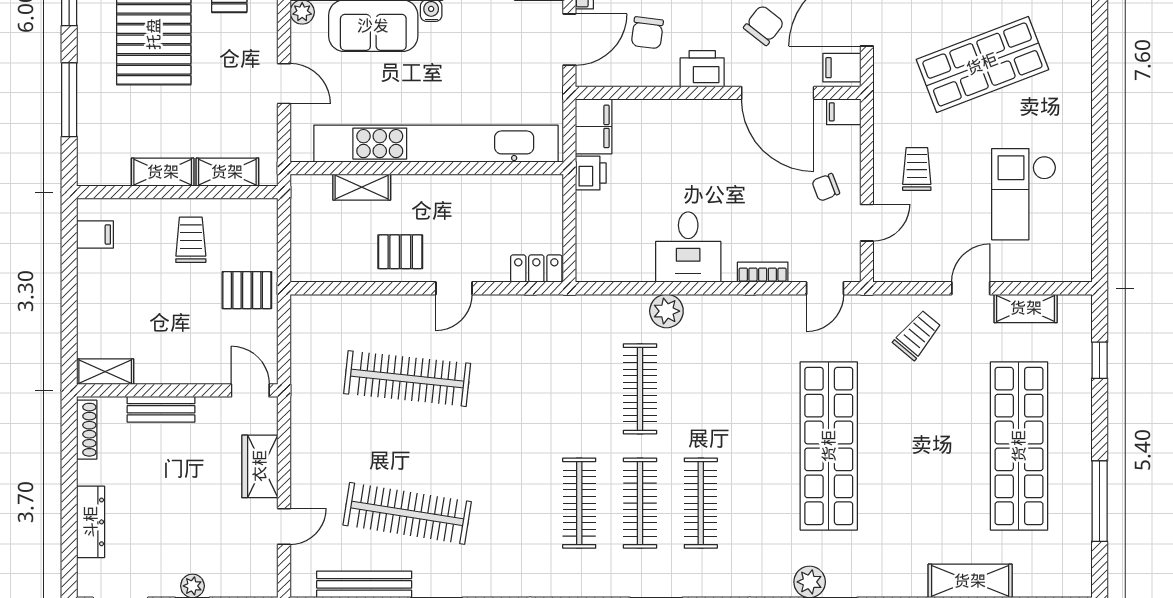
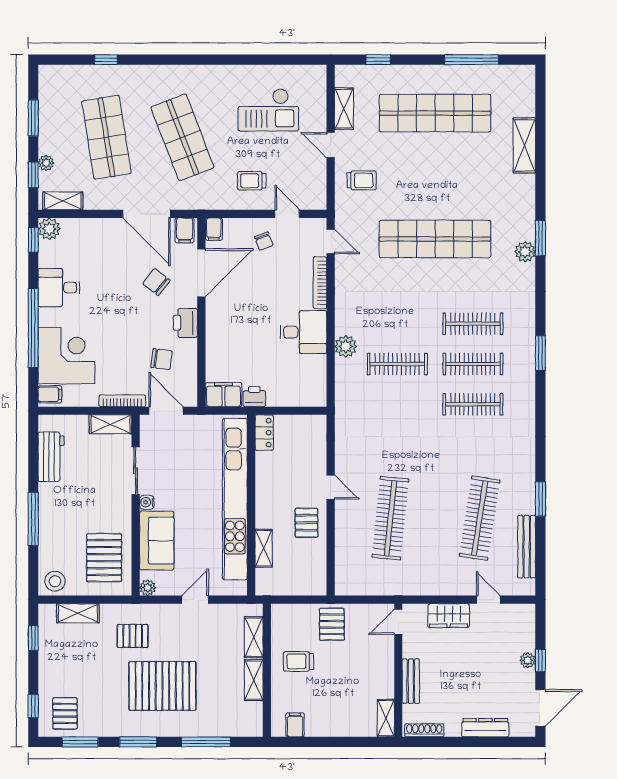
locker: (536, 269) -> (264, 433), moved, turned 180
bookcase: (763, 272) -> (320, 283), width x1.56
trolley: (917, 335) -> (362, 180), turned 140

